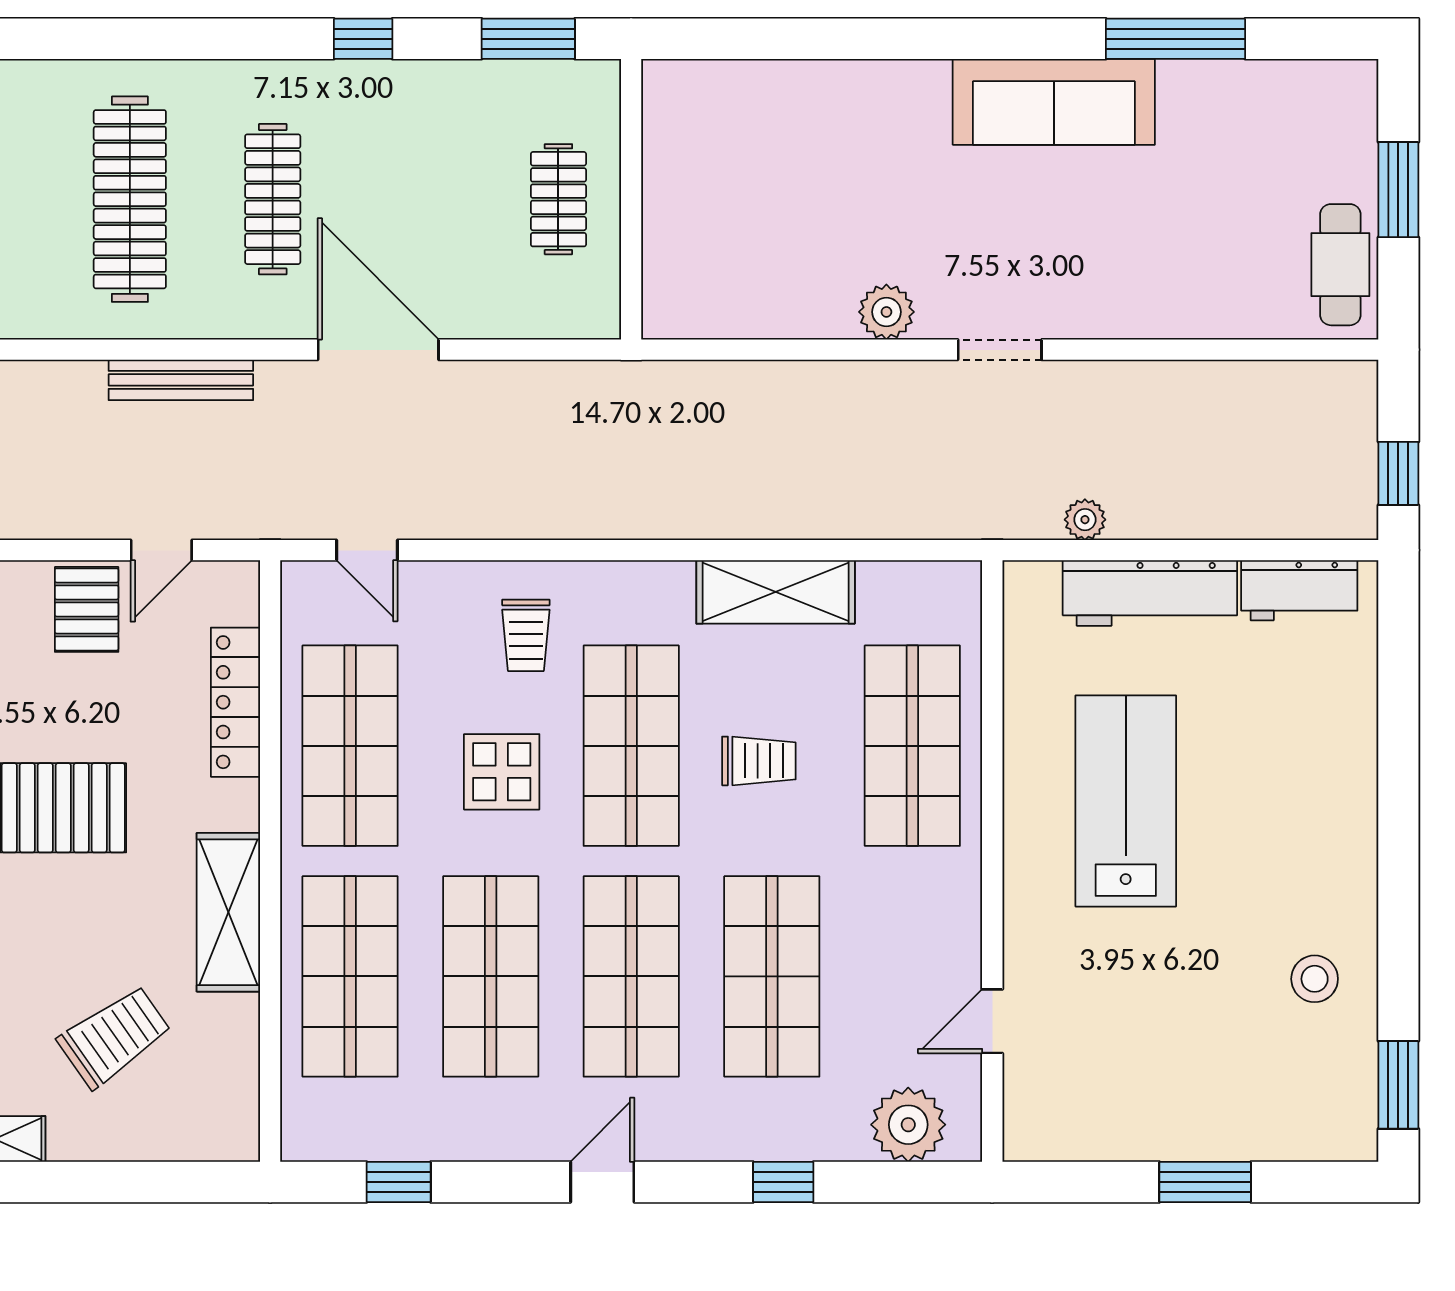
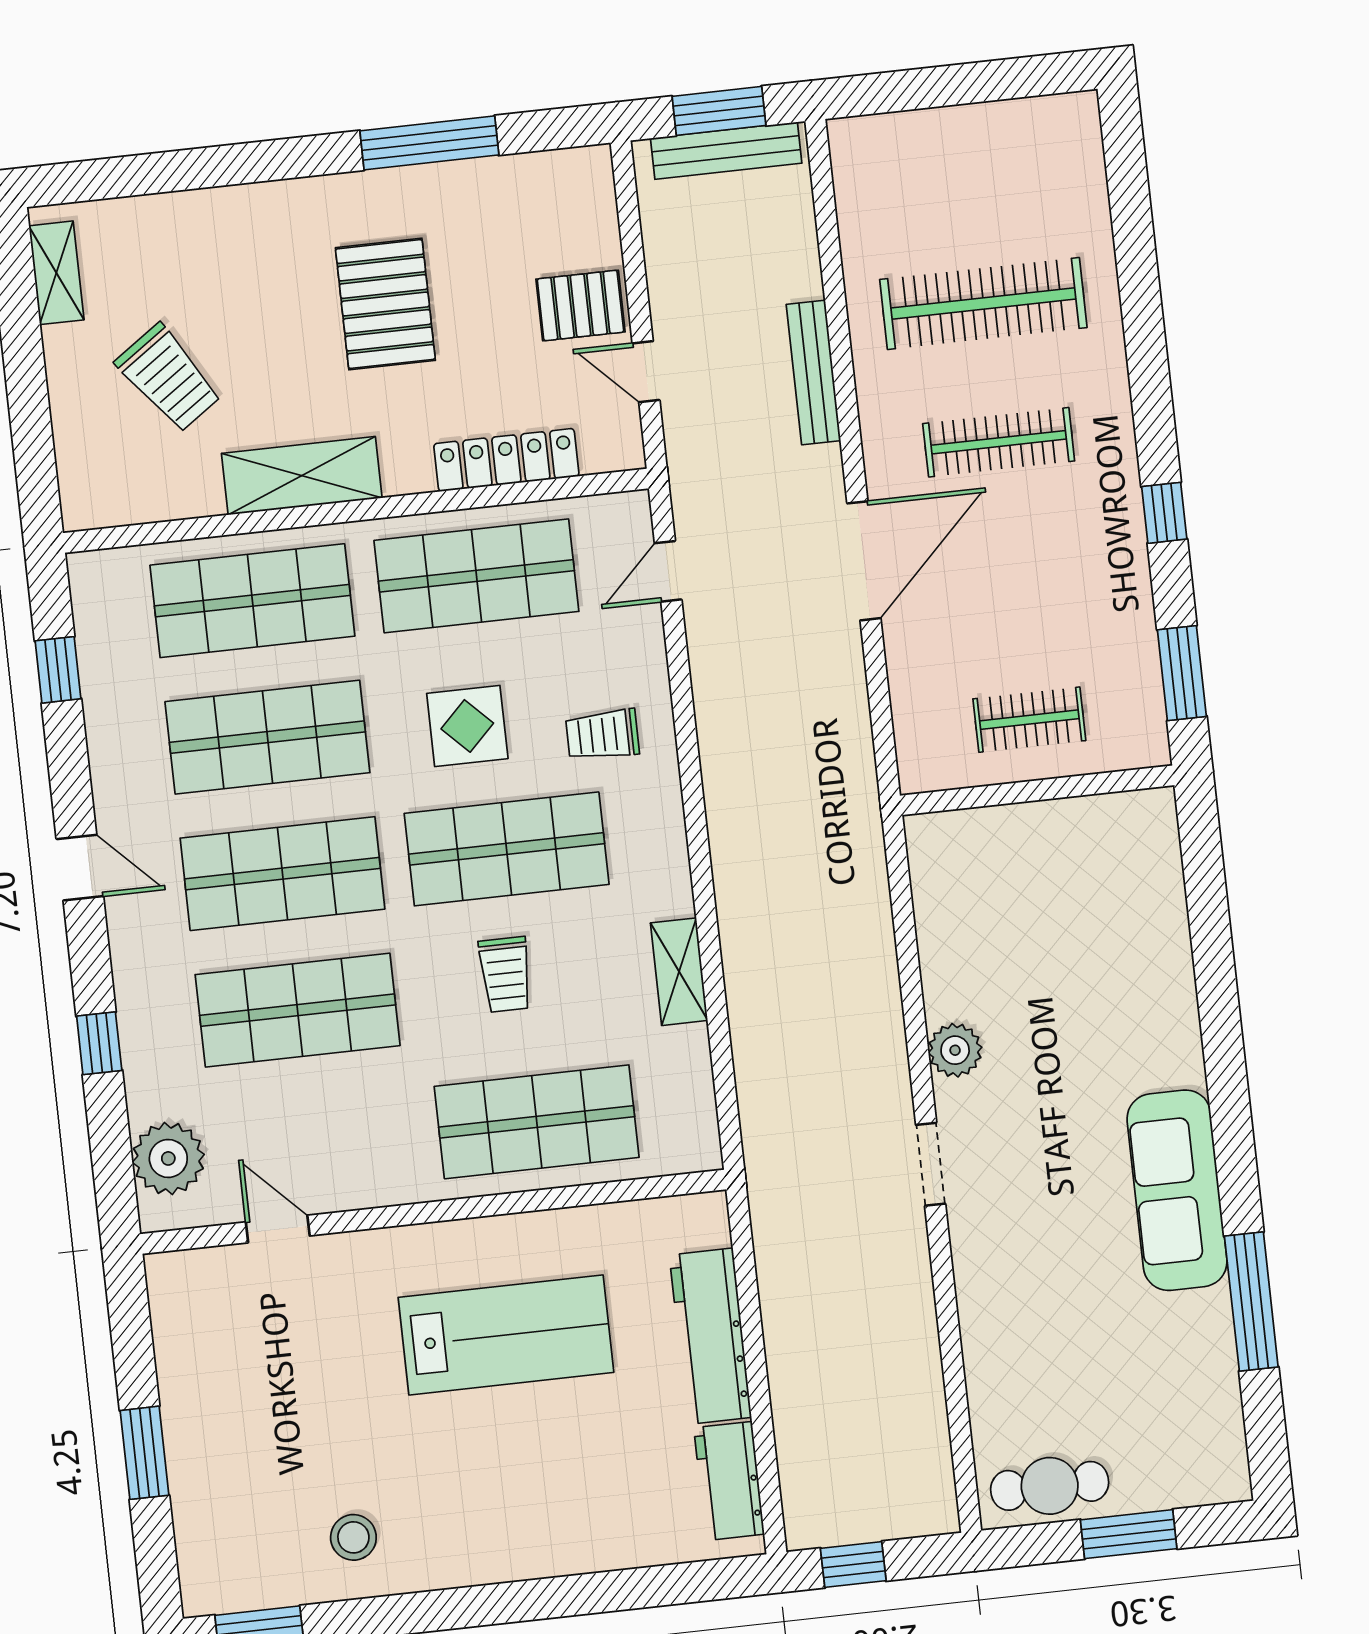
plant: (1085, 520) -> (775, 1265), removed
shelving: (776, 592) -> (679, 972), width x0.67, depth x0.75

